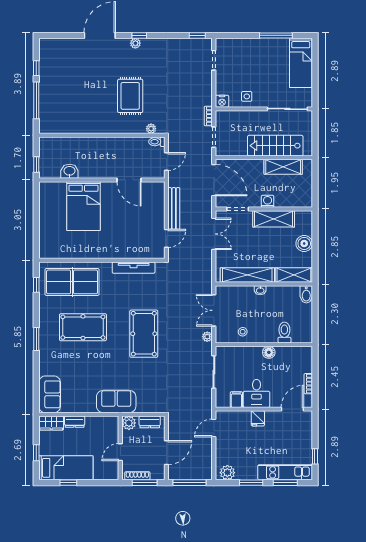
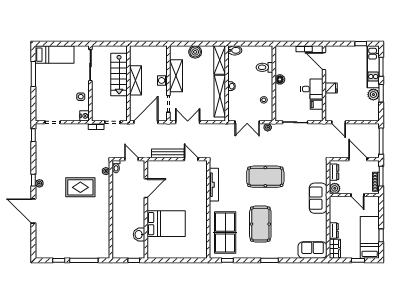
shelving: (283, 167) -> (135, 80), moved
plant: (227, 473) -> (373, 95), moved

